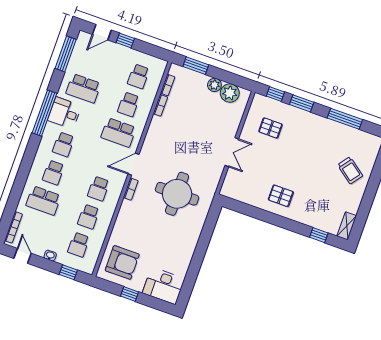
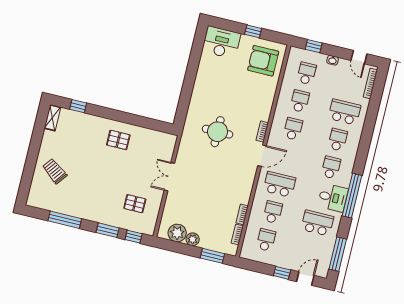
round table: (177, 194) -> (218, 132), width x0.73, depth x0.73

